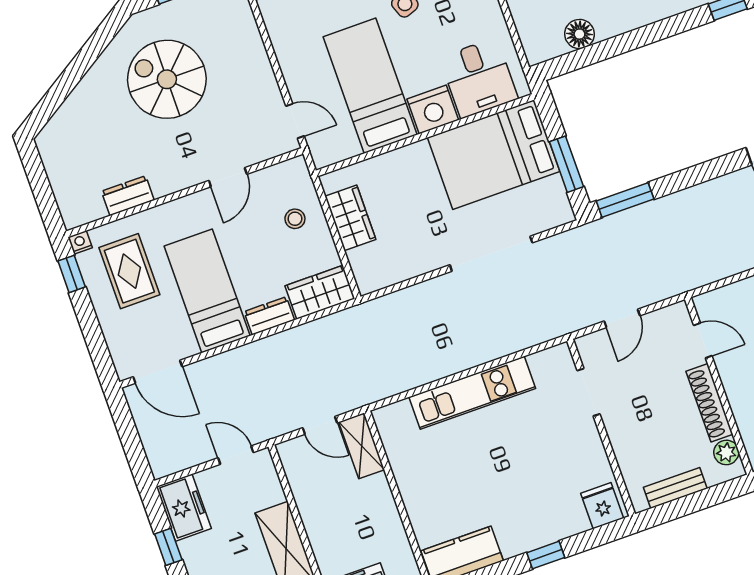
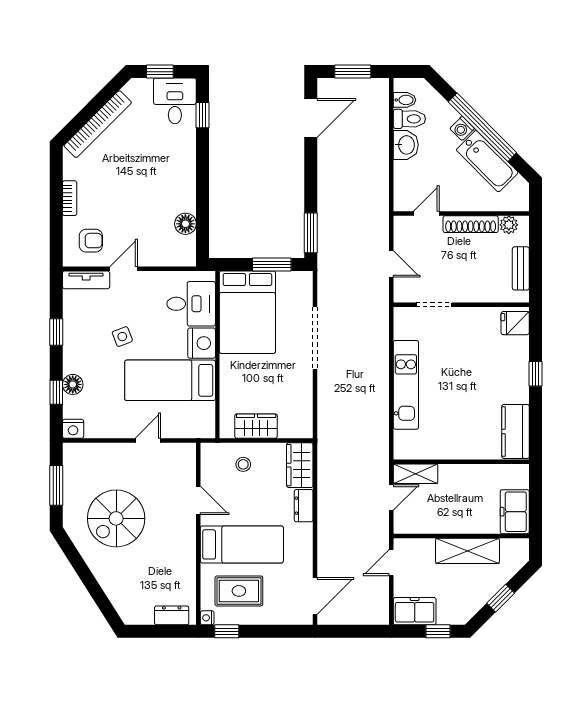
door: (295, 121) -> (148, 440), moved
dresser: (128, 196) -> (172, 615), moved, turned 90
bed: (207, 291) -> (242, 544), moved, turned 180

